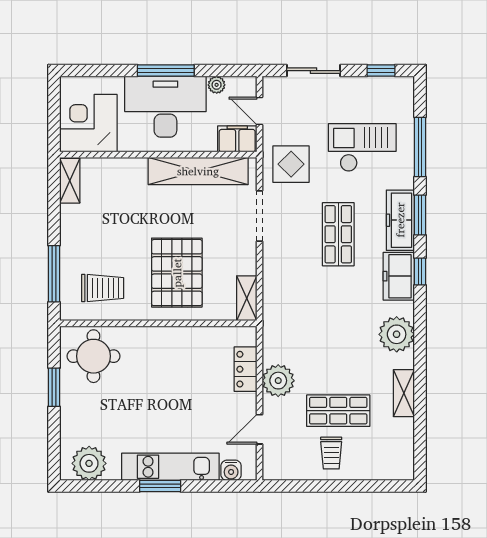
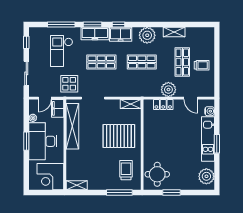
window: (166, 71) -> (26, 141), width x0.69
shop shelf: (338, 322) -> (142, 62), added

